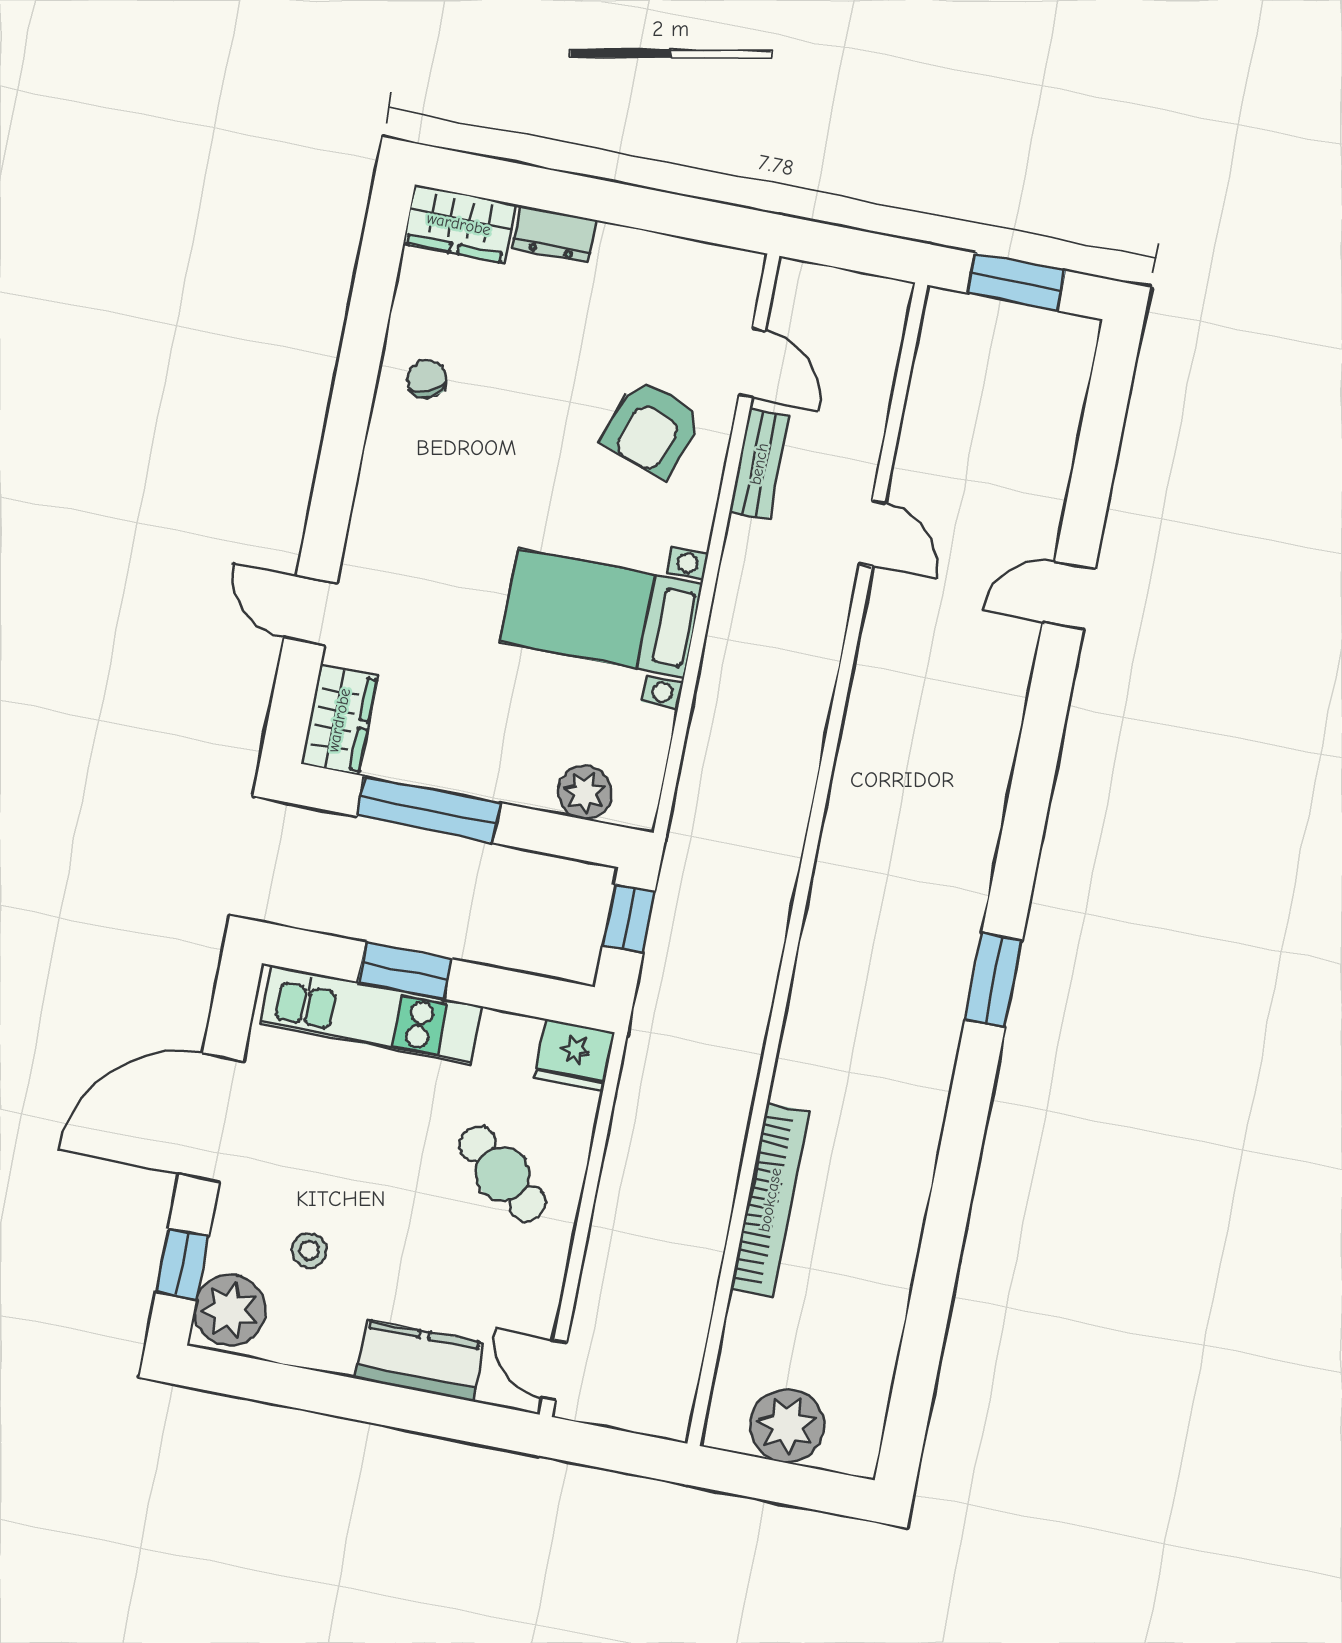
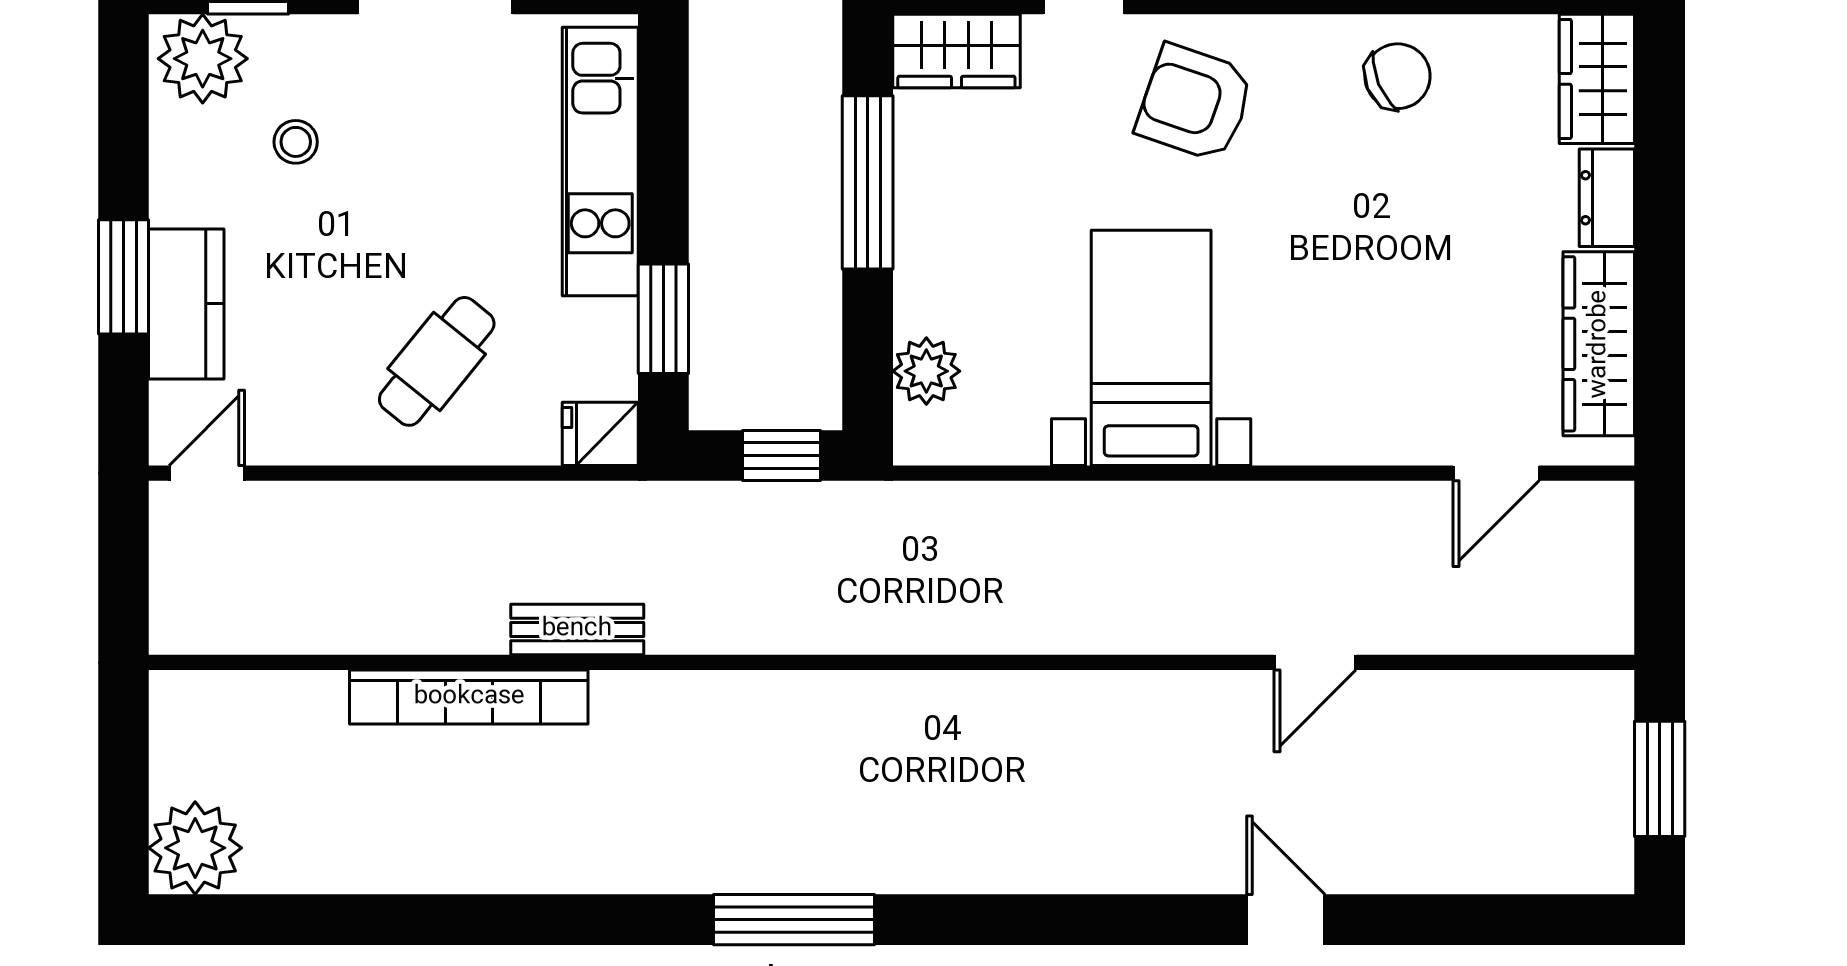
wardrobe: (667, 263) -> (1599, 344), added
chair: (427, 379) -> (1398, 76), width x1.37, depth x1.37
armchair: (652, 428) -> (1195, 103), moved
bench: (759, 464) -> (577, 629), moved
window: (405, 971) -> (663, 319), moved
window: (994, 980) -> (794, 920), width x1.44
fridge: (575, 1055) -> (600, 434), width x0.72
window: (388, 1405) -> (124, 277), added
plant: (787, 1426) -> (195, 848), moved

